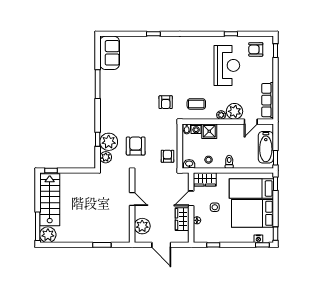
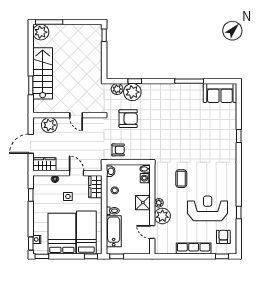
reception desk: (227, 65) -> (208, 208), turned 180
row of seats: (268, 100) -> (194, 249), moved
armchair: (166, 102) -> (171, 148), removed
coffee table: (196, 104) -> (181, 179), moved
shower: (209, 131) -> (143, 203), moved
bathtub: (266, 147) -> (114, 231), moved, turned 90
door: (132, 199) -> (76, 115), hinge flipped
stairs: (50, 200) -> (43, 73), moved, turned -90
wardrobe: (182, 219) -> (44, 164), moved

